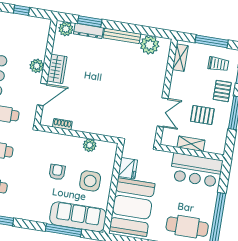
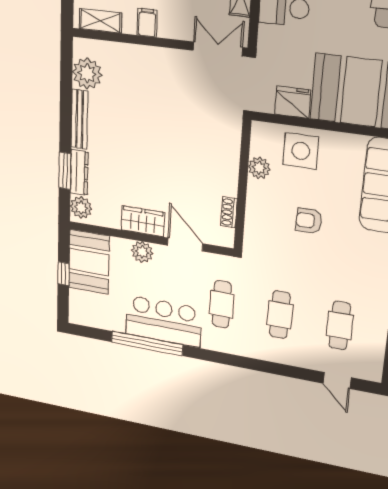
booth: (30, 29) -> (89, 262), added
filing cabinet: (177, 86) -> (147, 23), added
double door: (163, 112) -> (218, 49), moved
side table: (90, 181) -> (301, 151), moved

